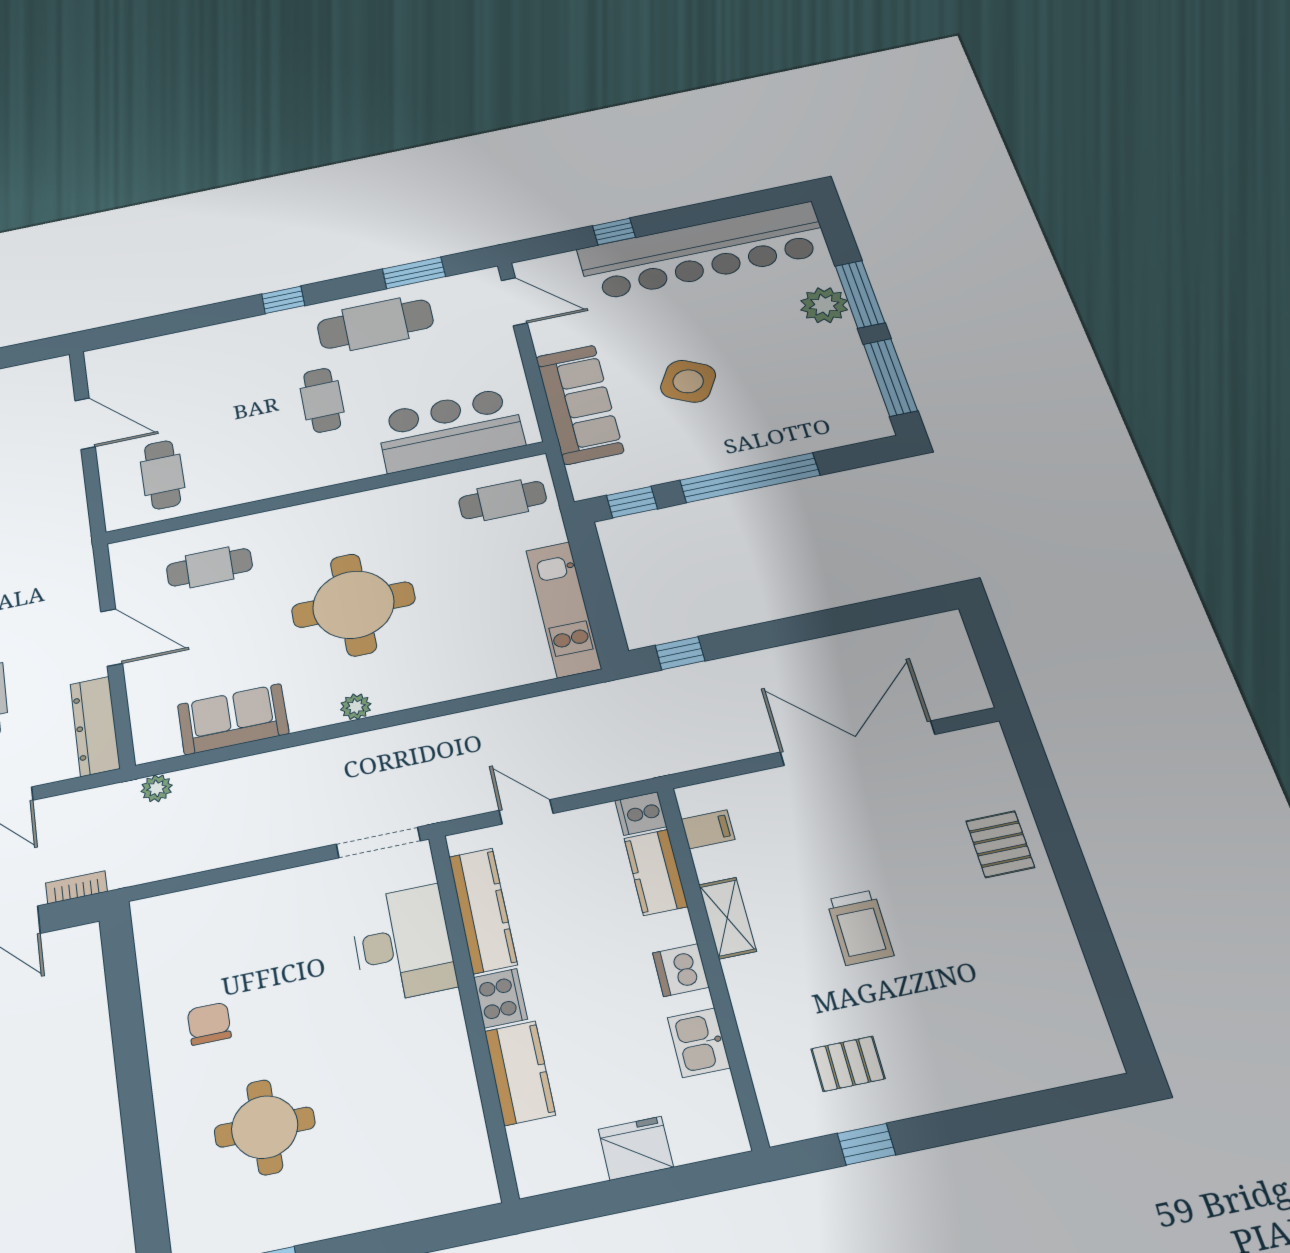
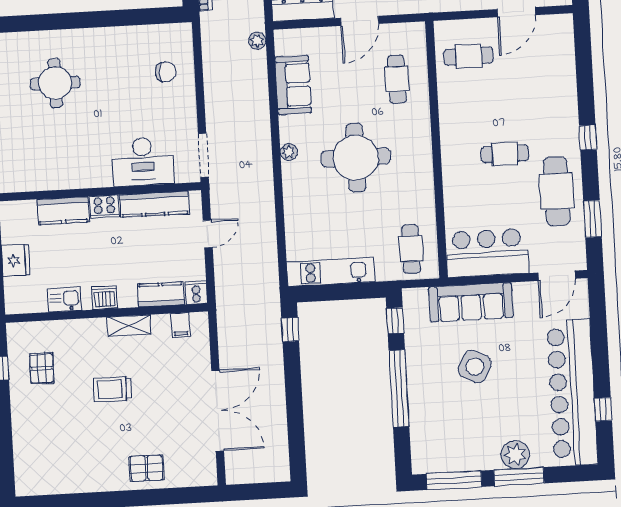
window: (614, 232) -> (603, 409), moved
bar counter: (450, 430) -> (487, 253), moved, turned -90
chair: (209, 1024) -> (166, 72), moved

